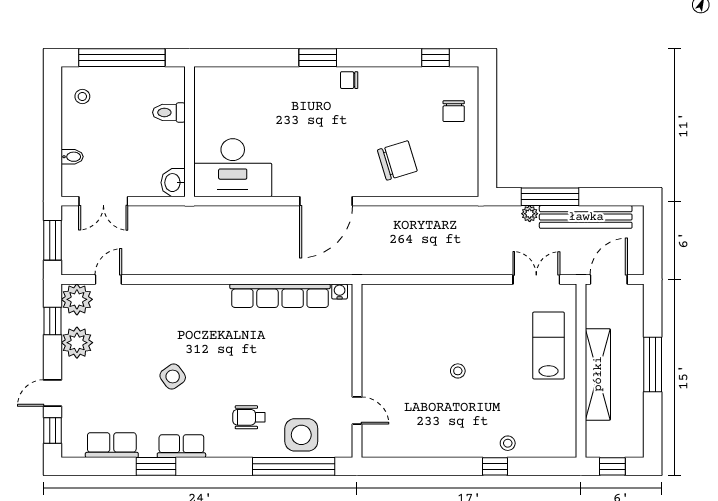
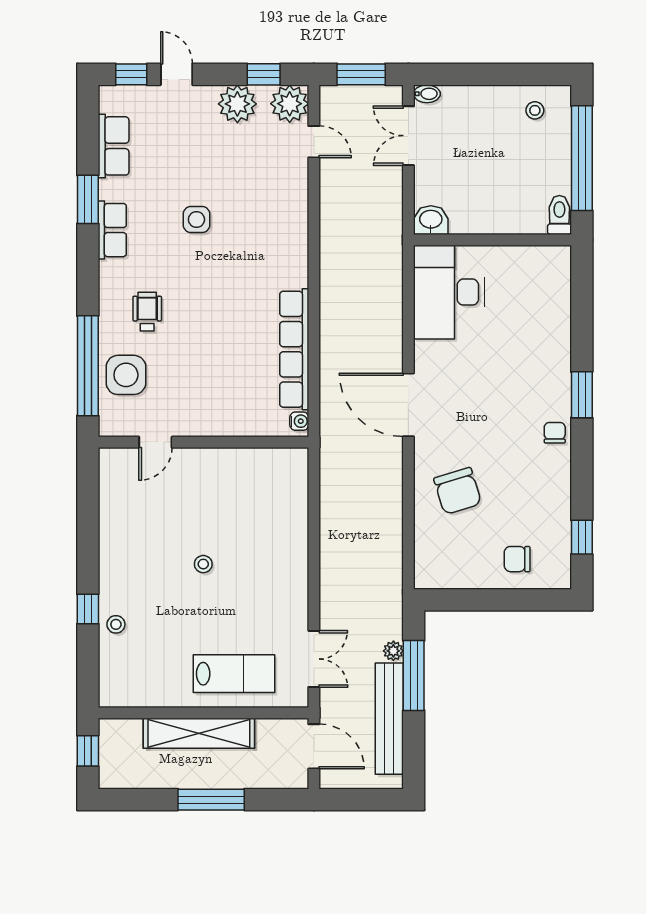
toilet: (169, 112) -> (559, 215), moved
bidet: (72, 157) -> (427, 94), moved, turned -90
side table: (173, 377) -> (196, 220), turned 36

